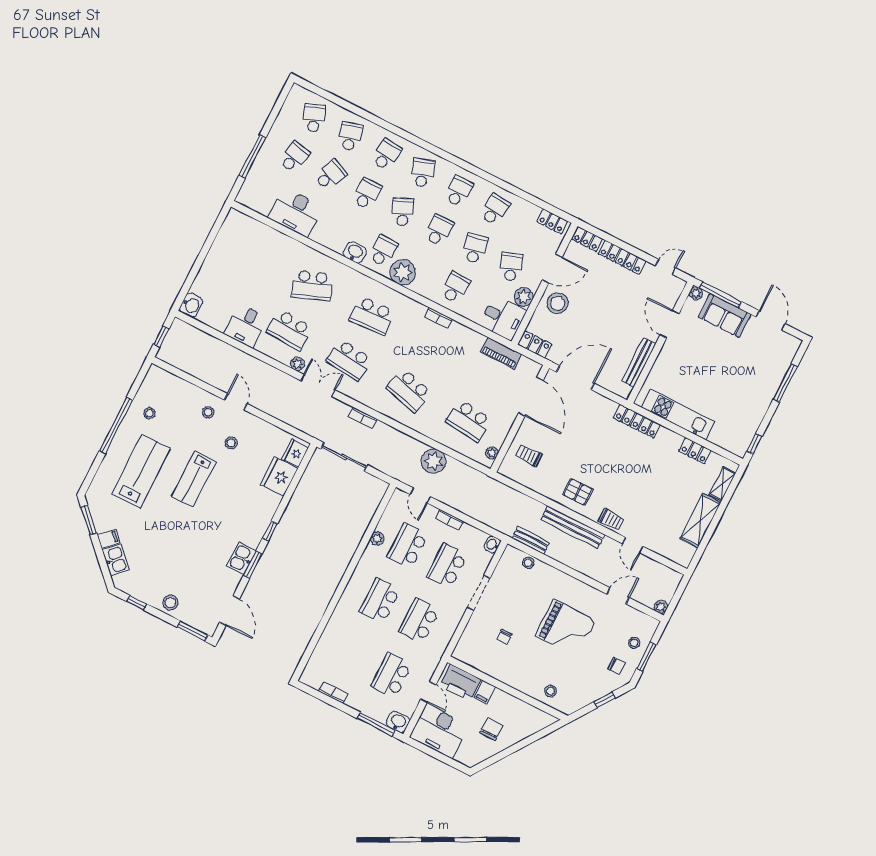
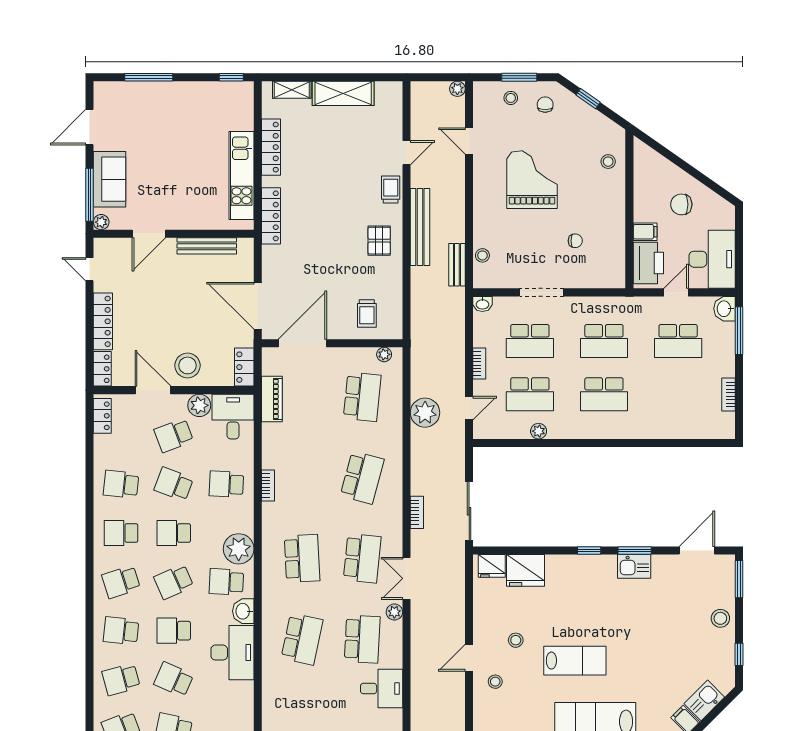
desk: (296, 212) -> (232, 653), moved
school desk: (475, 249) -> (174, 484), turned 33
school desk: (312, 285) -> (302, 639), turned 33
locker: (695, 451) -> (271, 147), width x1.53

